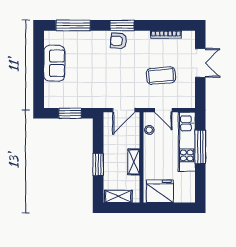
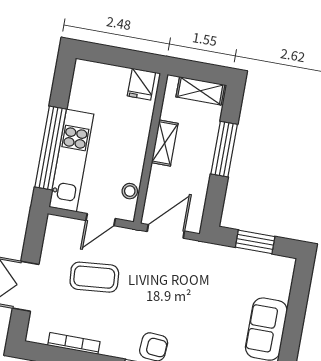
door: (163, 110) -> (101, 220), swing flipped
window: (200, 147) -> (51, 148), width x1.46
window: (98, 165) -> (224, 149), width x1.44
fridge: (160, 191) -> (141, 84), width x0.53, depth x0.75

